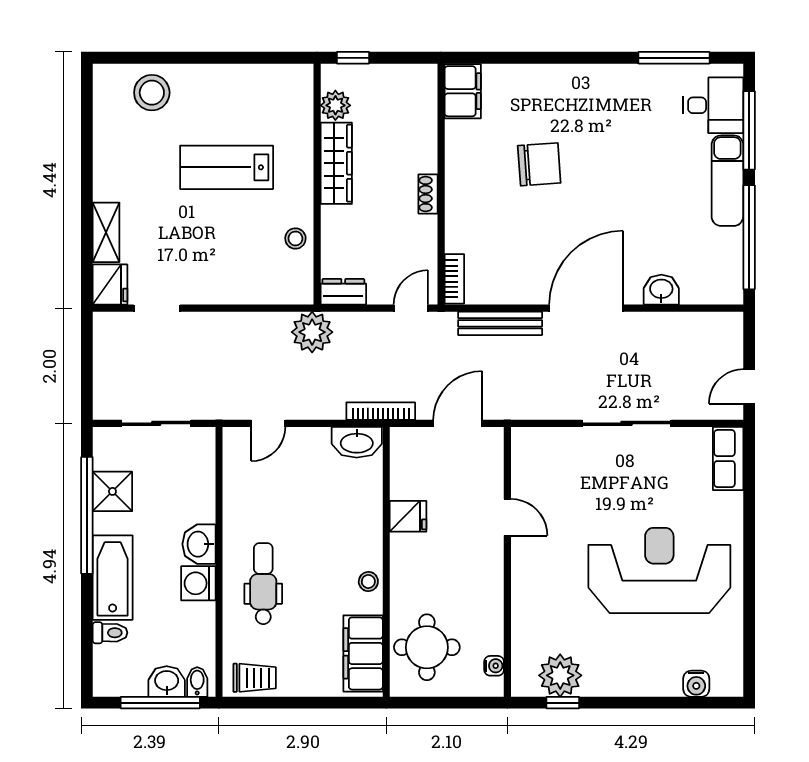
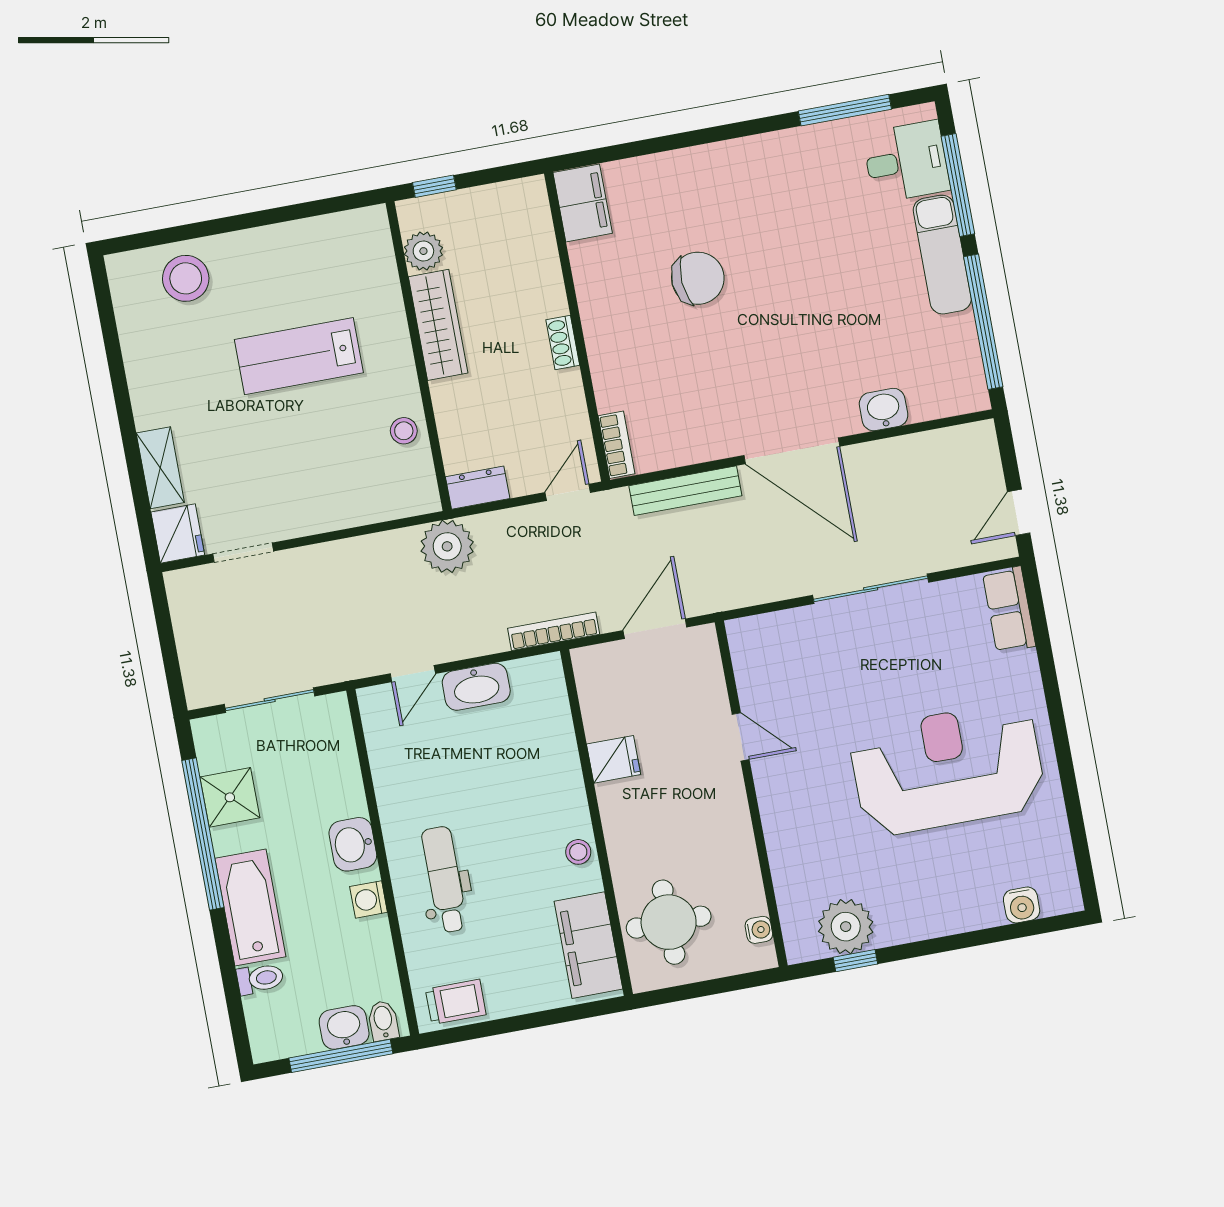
door: (586, 308) -> (792, 451), swing flipped
washbasin: (357, 442) -> (476, 687), moved
washing machine: (198, 583) -> (369, 899), width x0.73, depth x0.73

